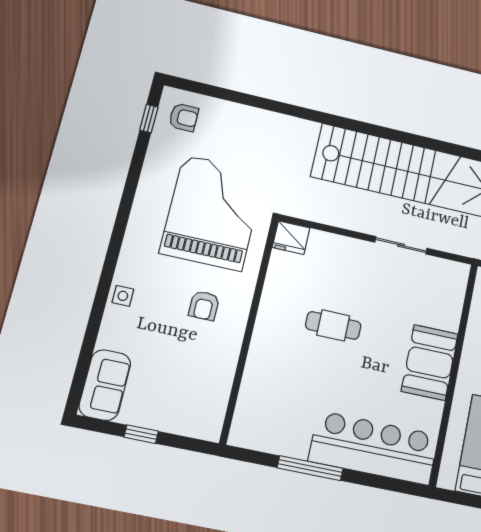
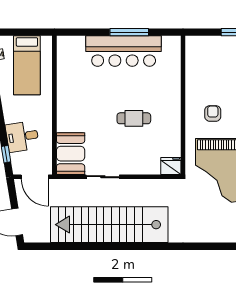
booth: (430, 363) -> (71, 154), moved
bar counter: (374, 448) -> (124, 51), moved

